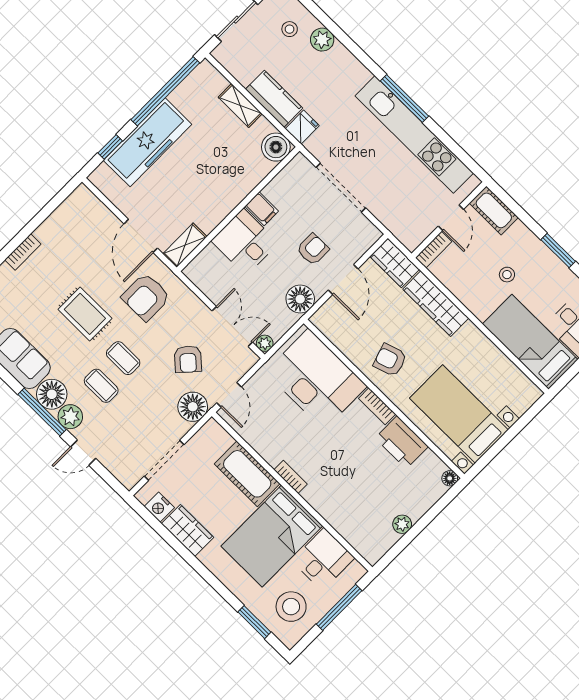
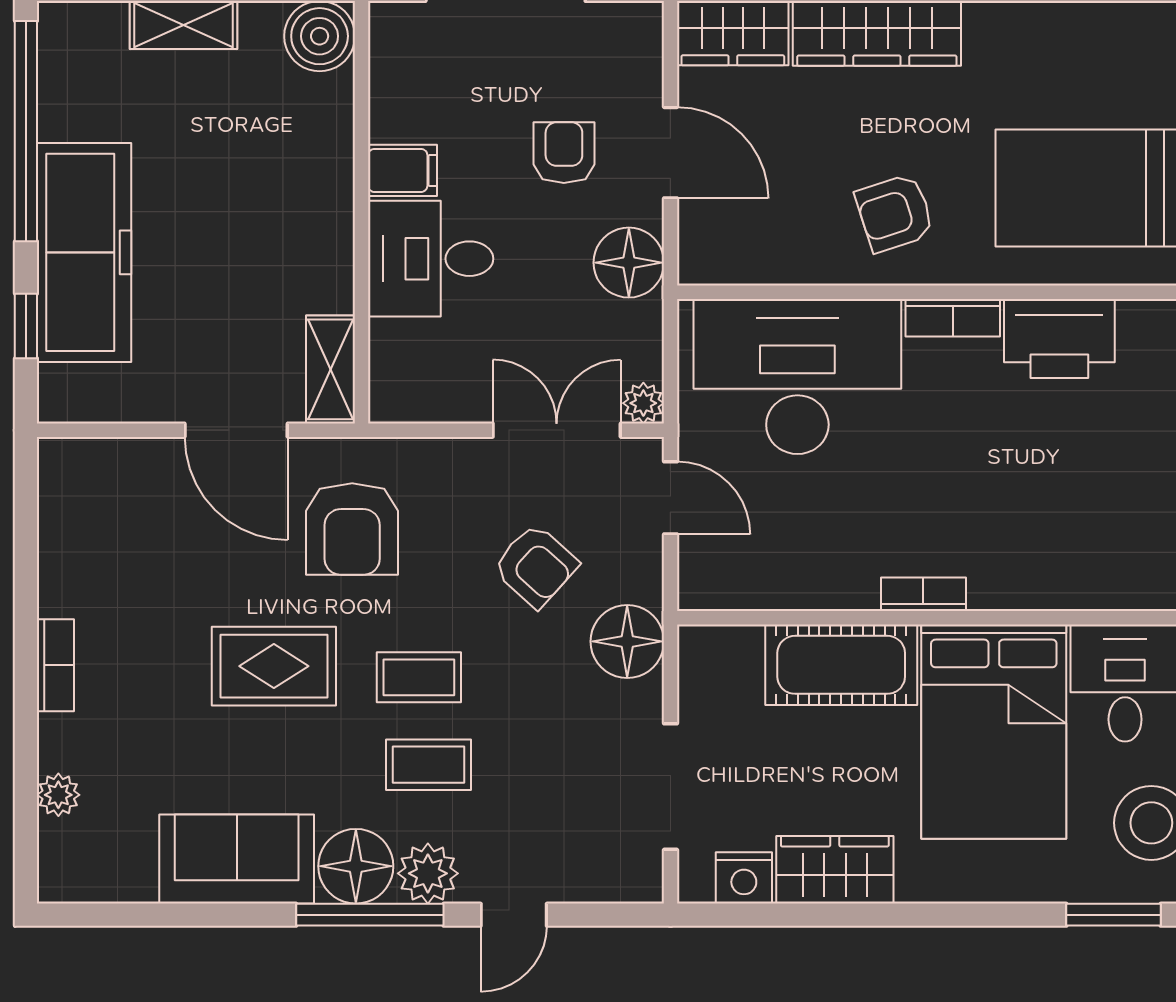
door: (229, 395) -> (670, 498), moved

